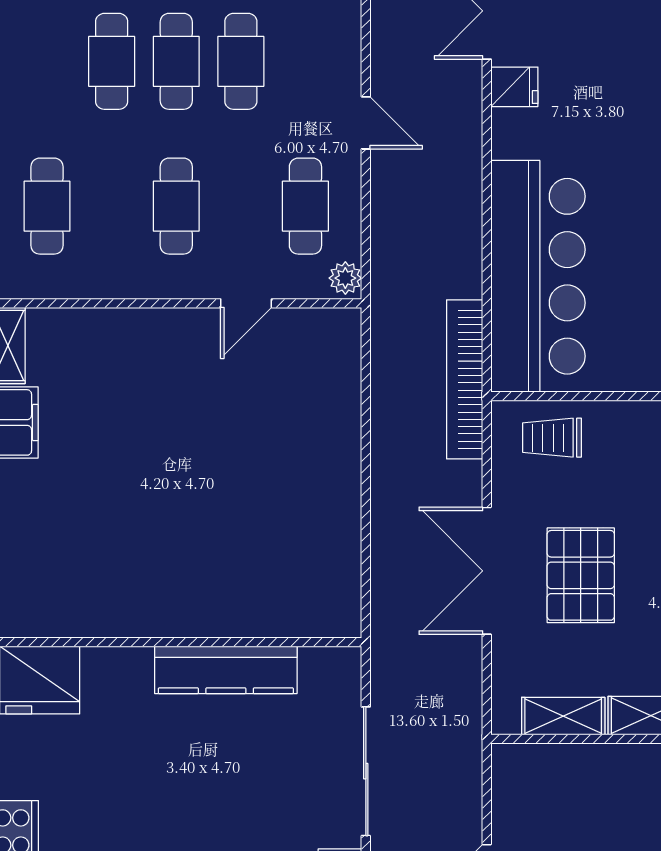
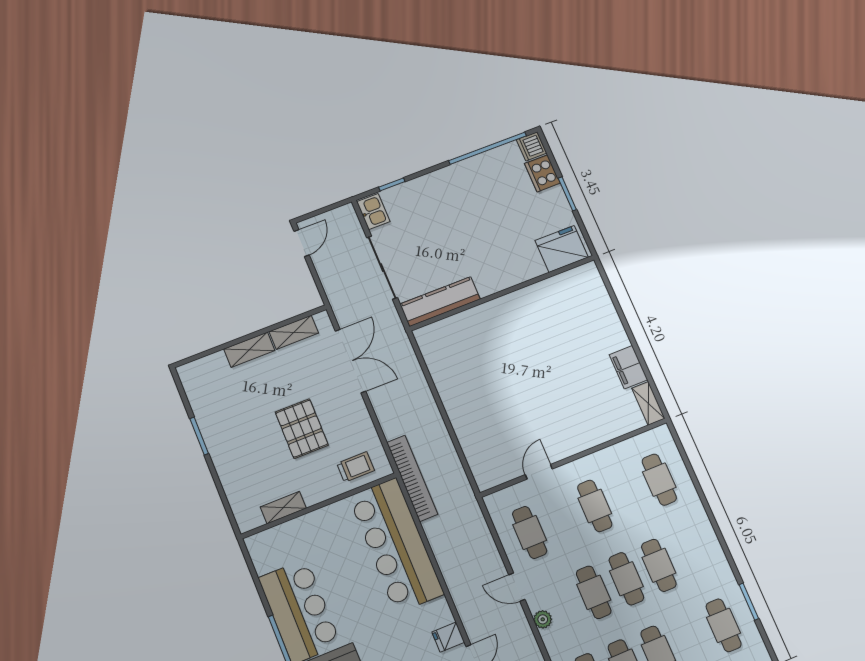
plant: (345, 278) -> (543, 619), moved
double door: (487, 571) -> (350, 361), moved
pallet: (581, 575) -> (302, 429), moved
kitchen counter: (226, 670) -> (440, 302), moved

